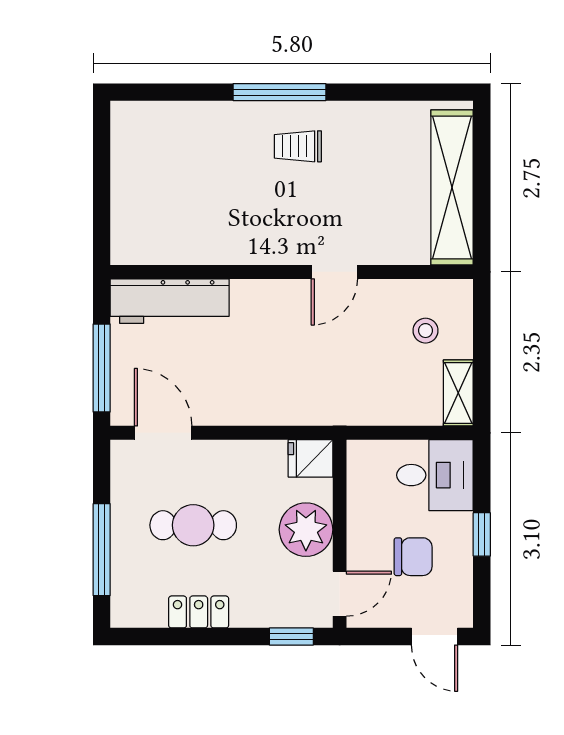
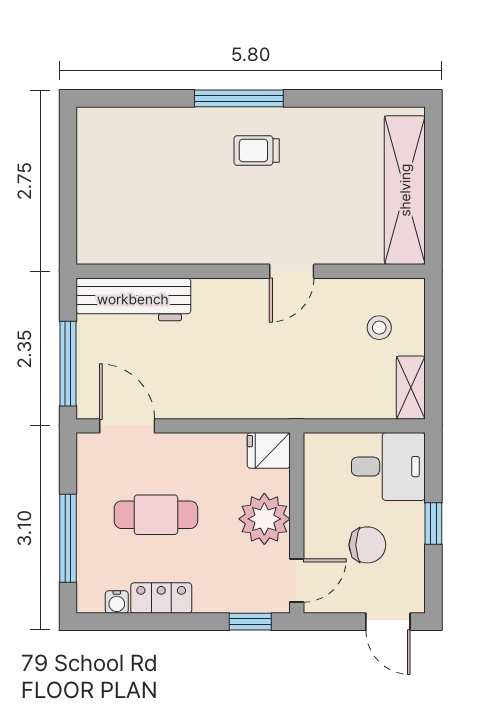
water cooler: (152, 616) -> (117, 602), added

